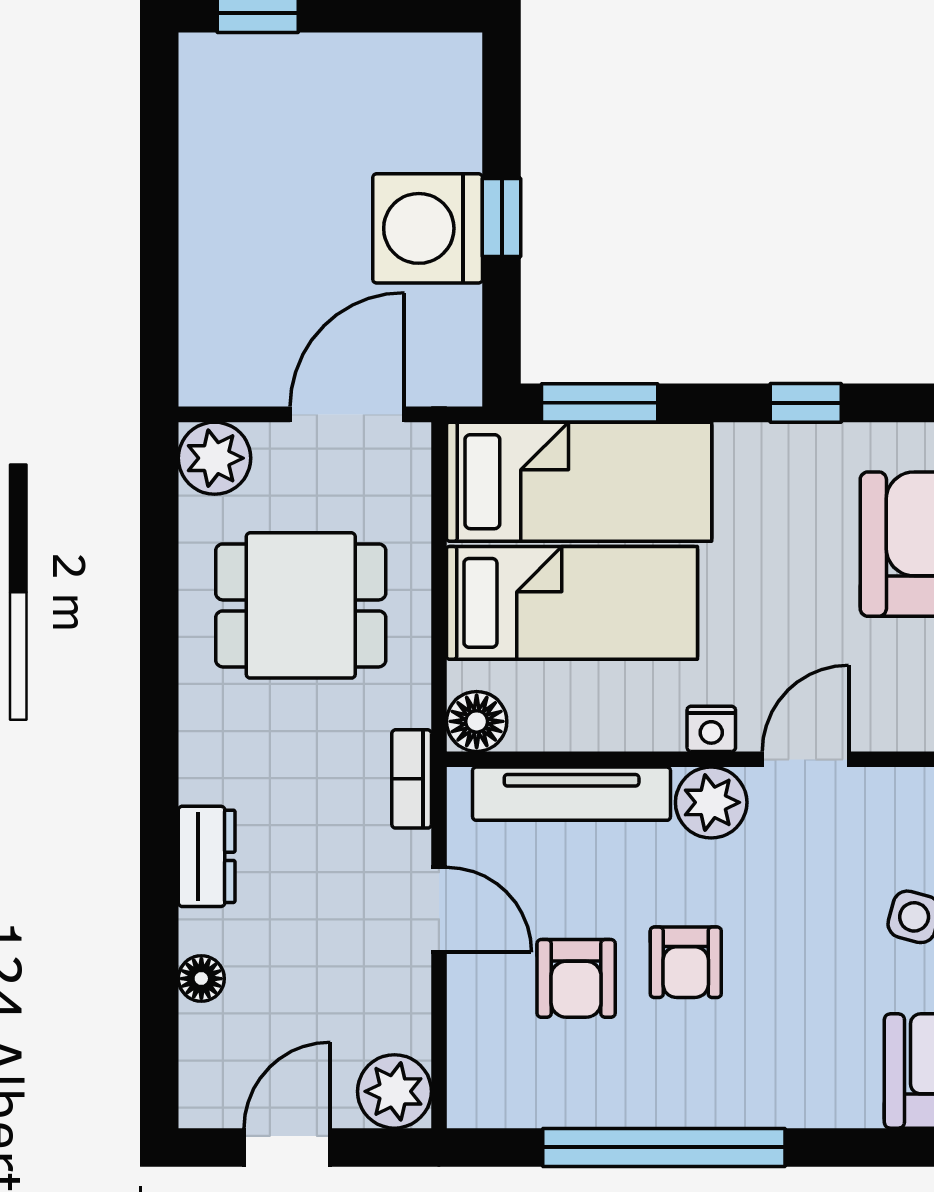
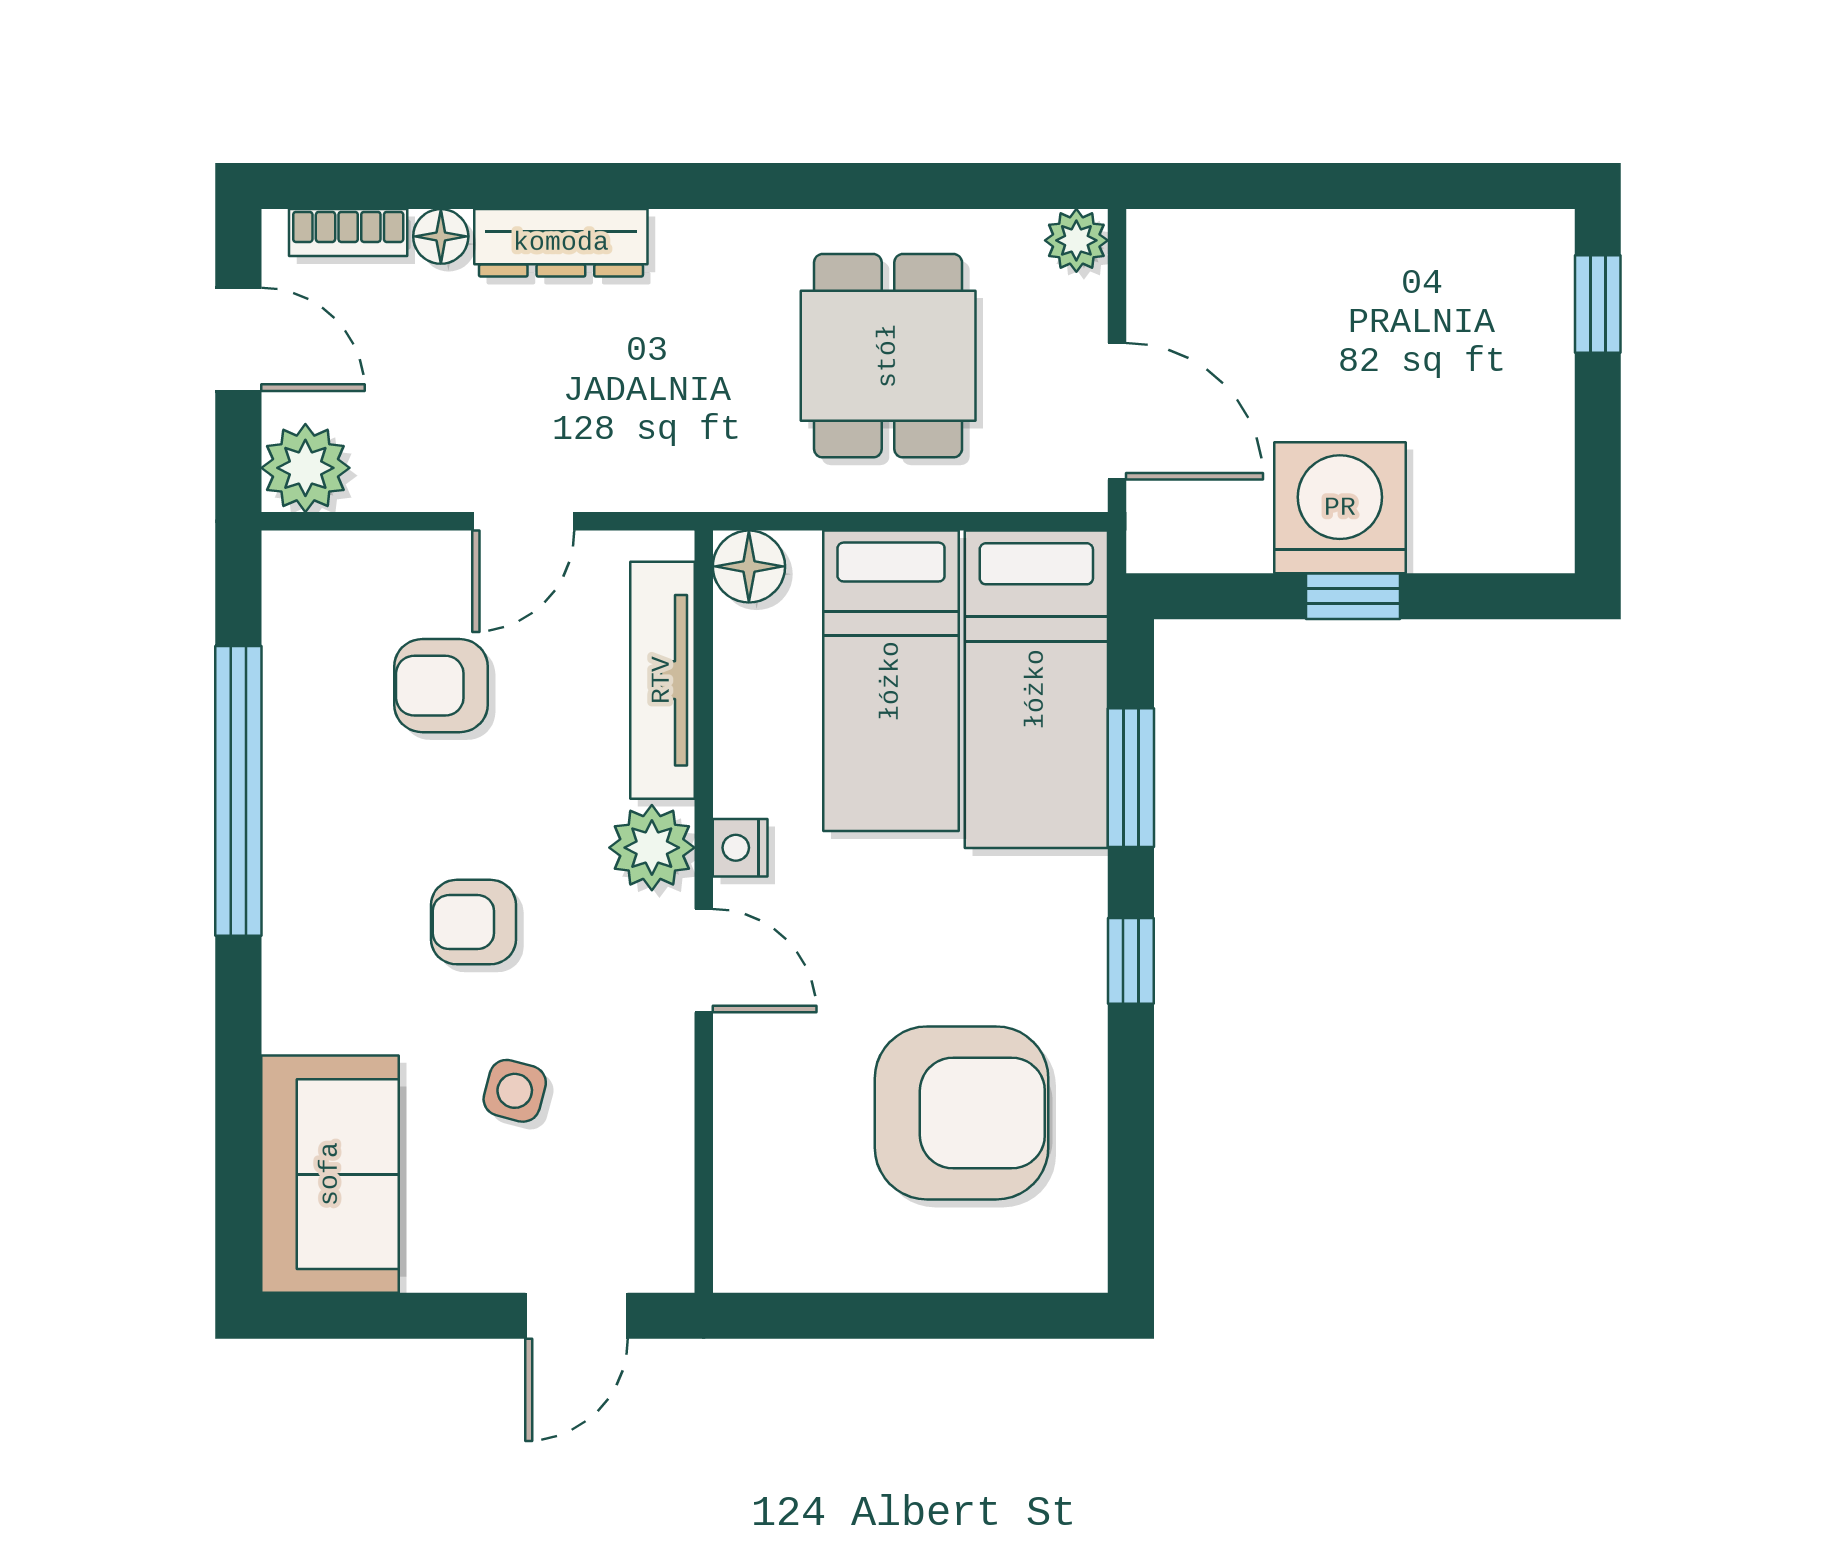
window: (600, 403) -> (1131, 778), moved
plant: (215, 458) -> (1076, 240), width x0.73, depth x0.73
bookcase: (412, 779) -> (348, 233), moved, turned 180
dresser: (207, 856) -> (561, 243), width x1.44
armchair: (686, 962) -> (473, 922), moved

